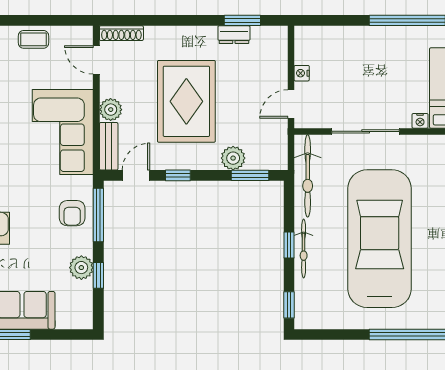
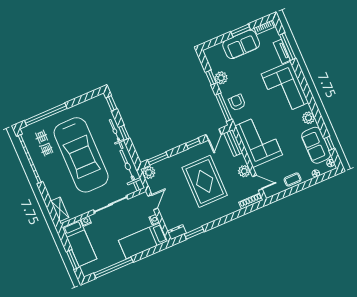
dresser: (234, 35) -> (177, 232), moved
bed: (336, 45) -> (143, 241), added
plant: (111, 110) -> (244, 171), moved
plant: (233, 158) -> (149, 172), moved

